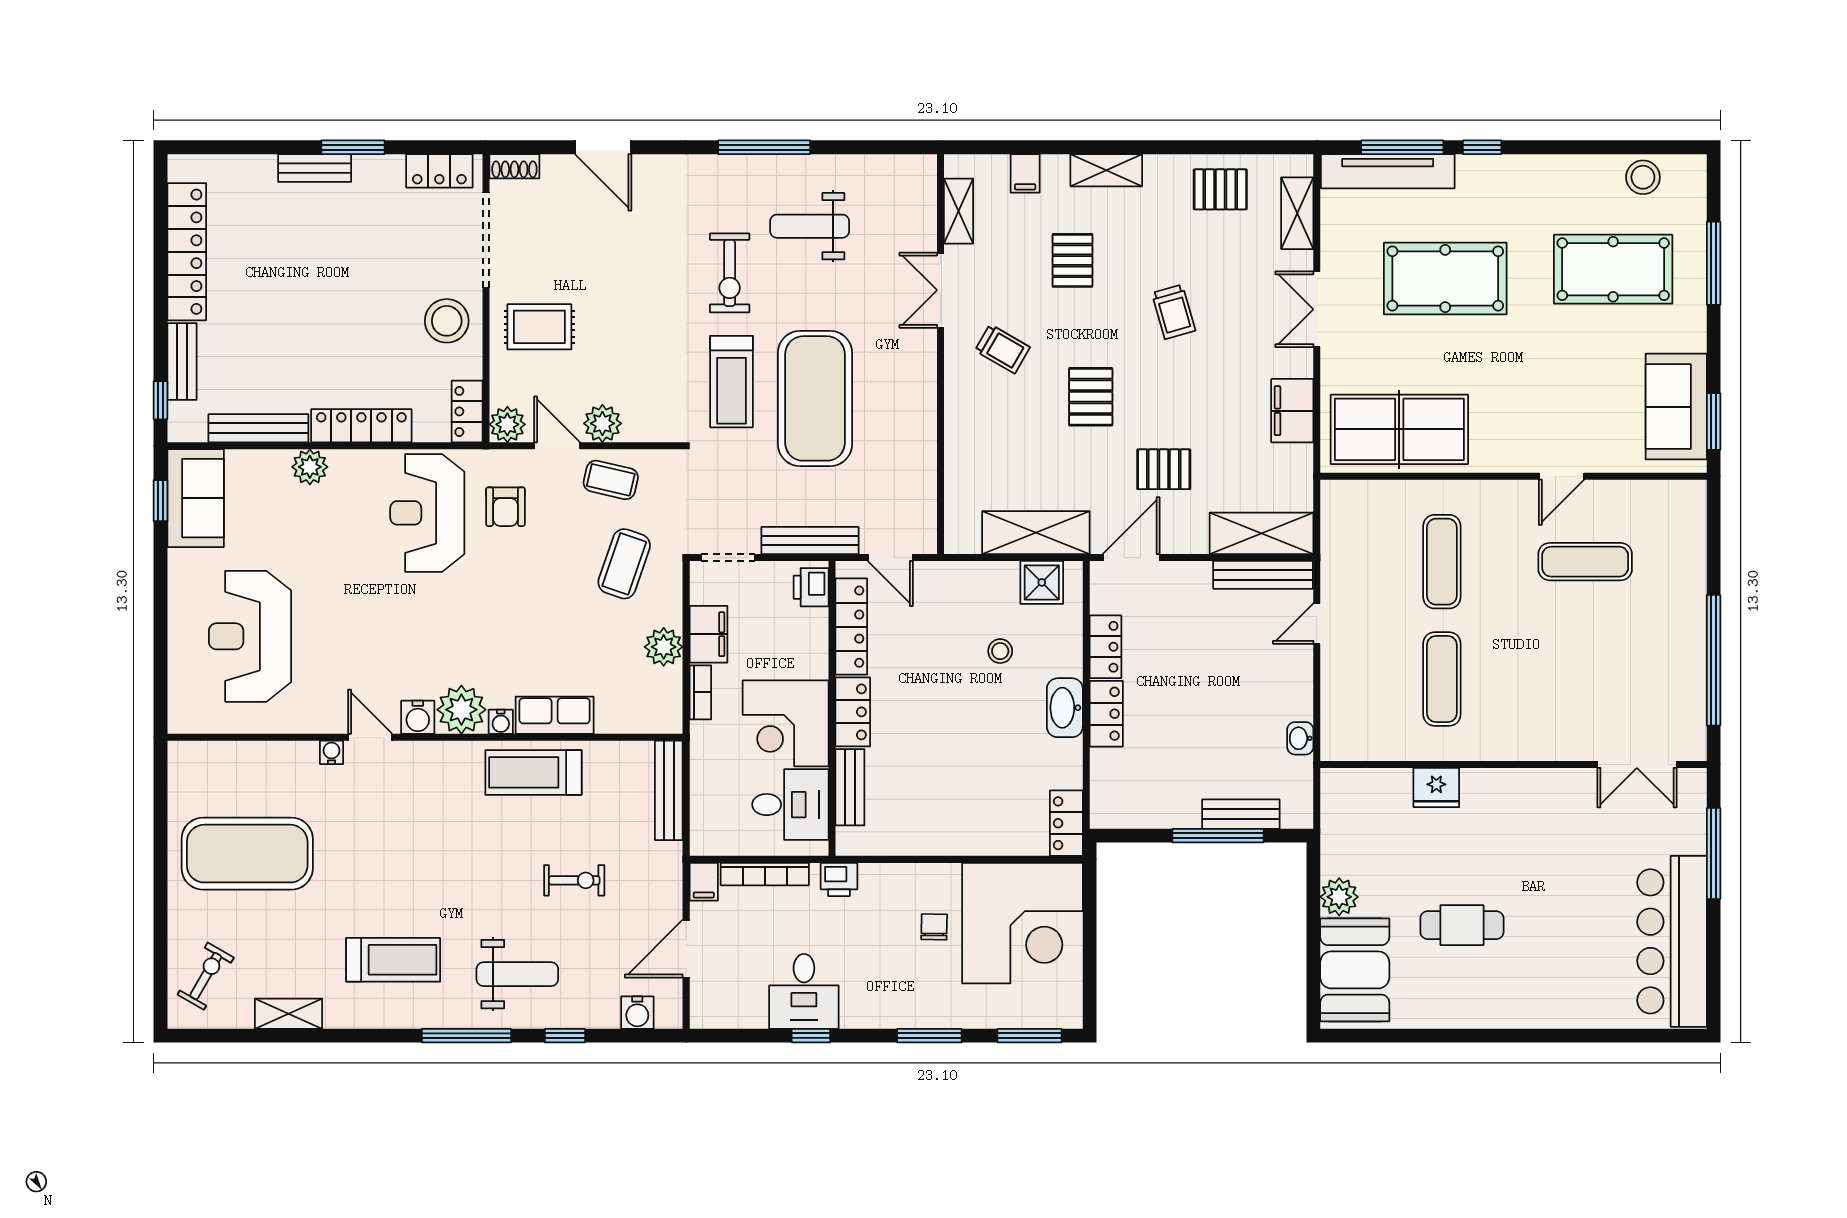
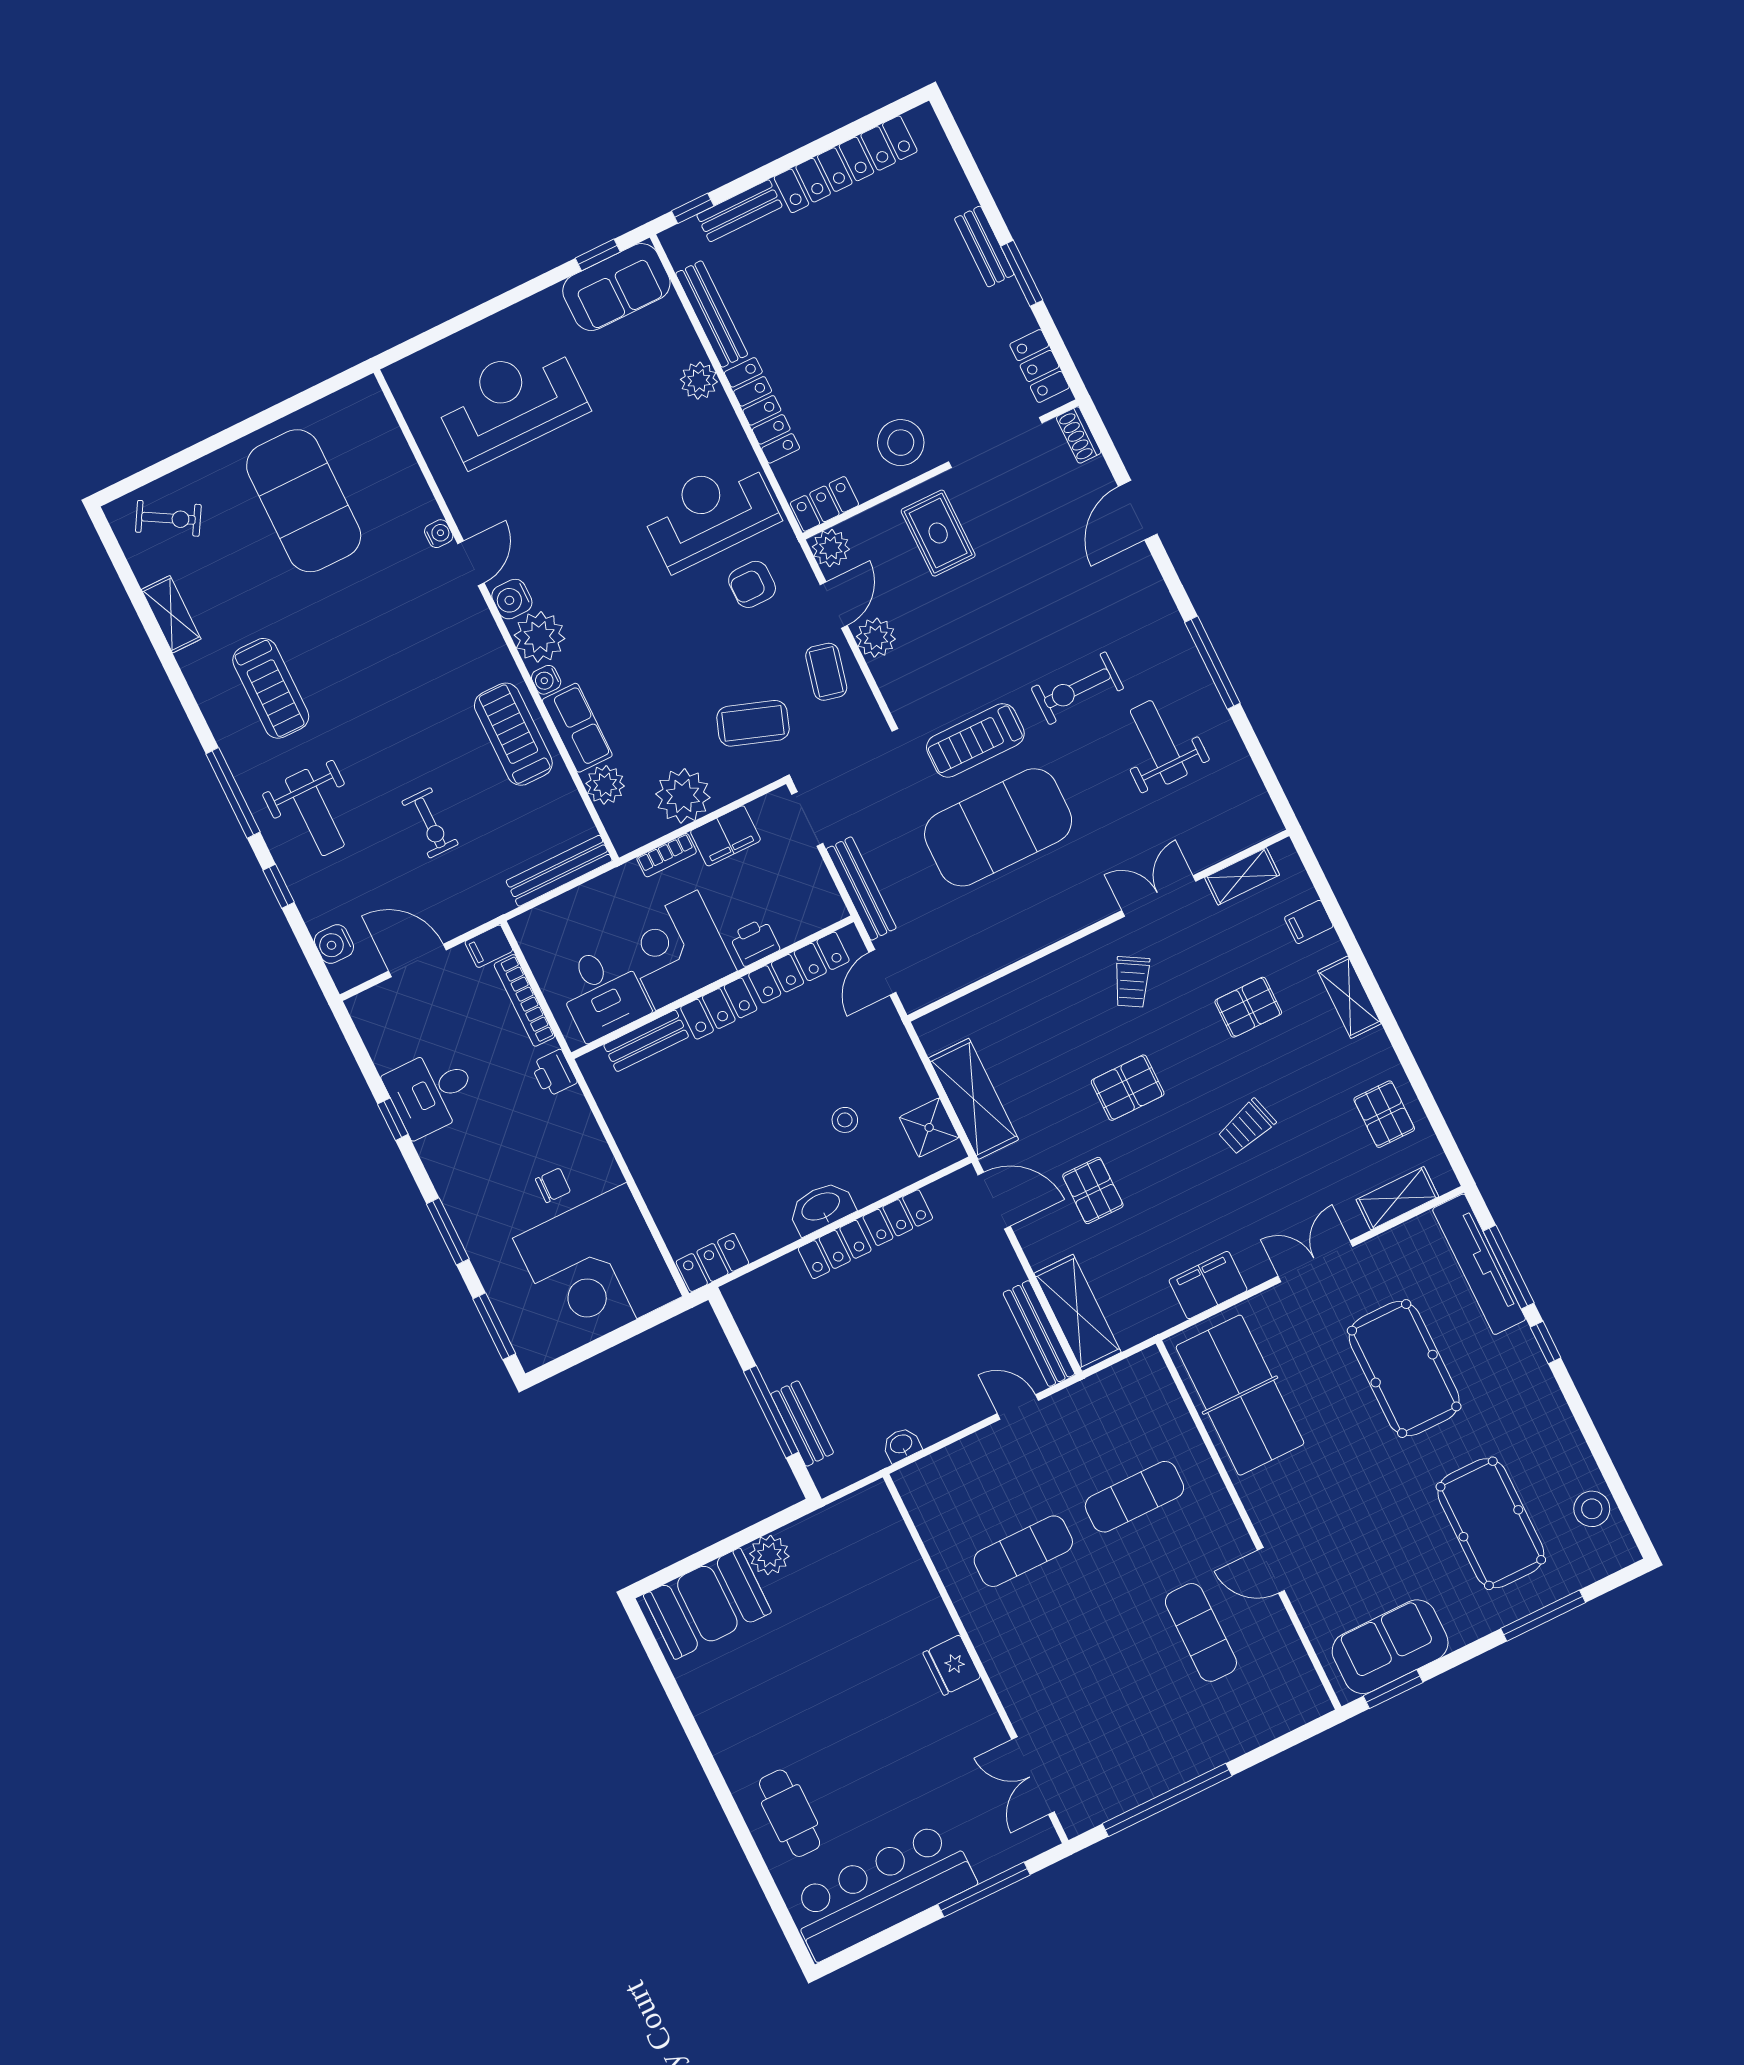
printer: (811, 587) -> (755, 942), moved
plant: (664, 647) -> (683, 796), width x1.36, depth x1.36
plant: (615, 715) -> (605, 785), added
fridge: (1436, 788) -> (952, 1665), moved
cafe table: (1462, 925) -> (790, 1813), moved

